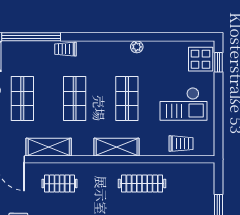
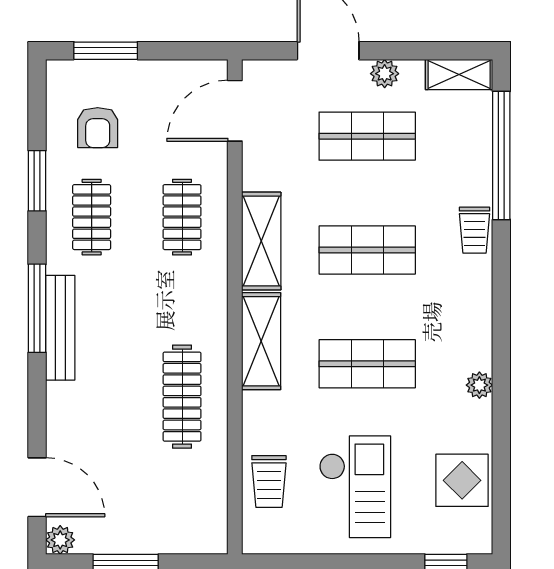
trolley: (66, 49) -> (474, 230), turned 180
display table: (201, 59) -> (462, 480), moved
checkout: (183, 104) -> (355, 487), turned 180
shelving: (49, 147) -> (261, 241), moved

